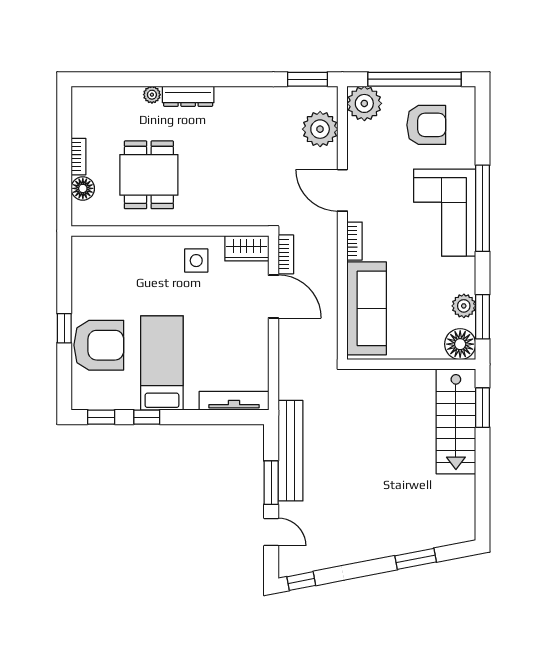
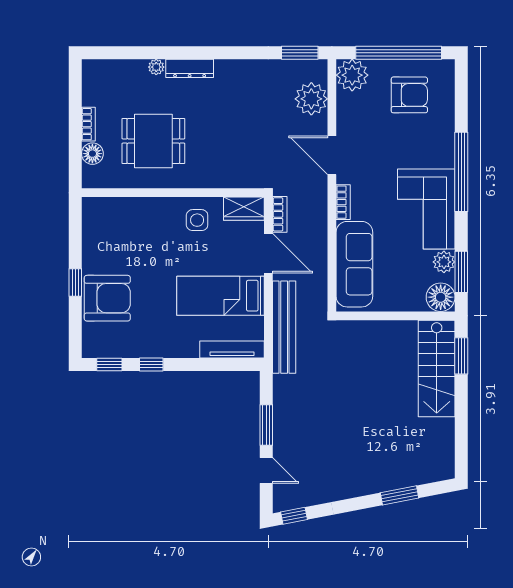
dining table: (149, 175) -> (153, 141), turned 90
corner sofa: (445, 213) -> (426, 209), moved
bed: (162, 363) -> (220, 296), moved, turned -90
bench: (291, 451) -> (284, 327), moved

